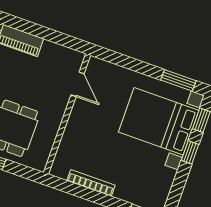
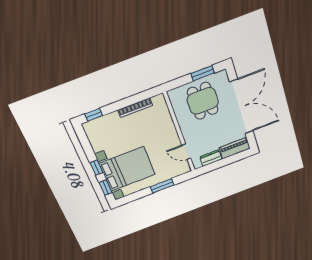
dresser: (56, 52) -> (211, 158), added
window: (178, 80) -> (162, 186), moved

